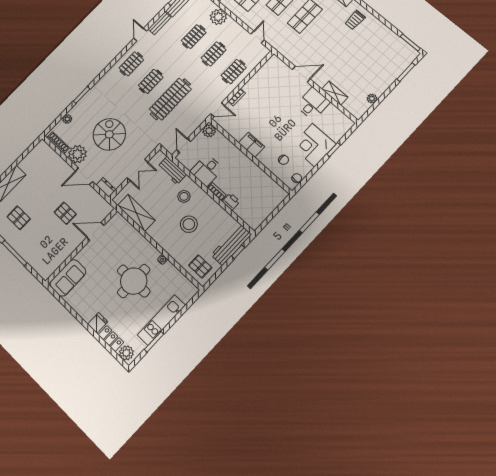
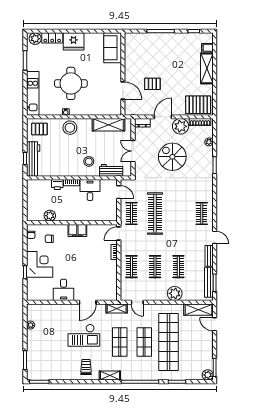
checkout: (332, 49) -> (84, 335), added
clothes rail: (151, 81) -> (131, 214), moved
shelving: (335, 93) -> (117, 308), moved
plant: (209, 131) -> (50, 216), moved
spiral stairs: (109, 134) -> (172, 157), turned 180
pallet: (19, 218) -> (198, 105), moved, width x1.50, depth x1.42
stool: (189, 224) -> (70, 128), moved
door: (95, 231) -> (123, 91), hinge flipped
kitchen unit: (161, 320) -> (33, 93), moved
fridge: (98, 323) -> (74, 41), width x1.88, depth x1.34

